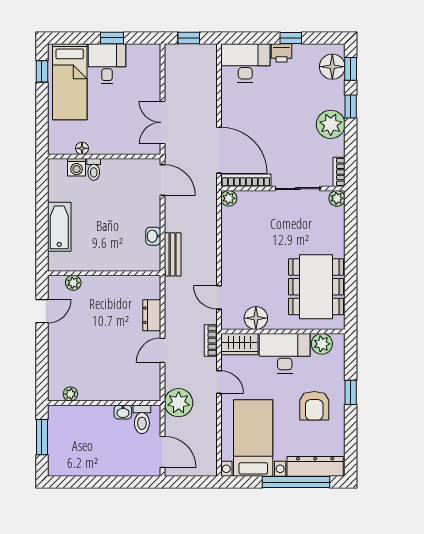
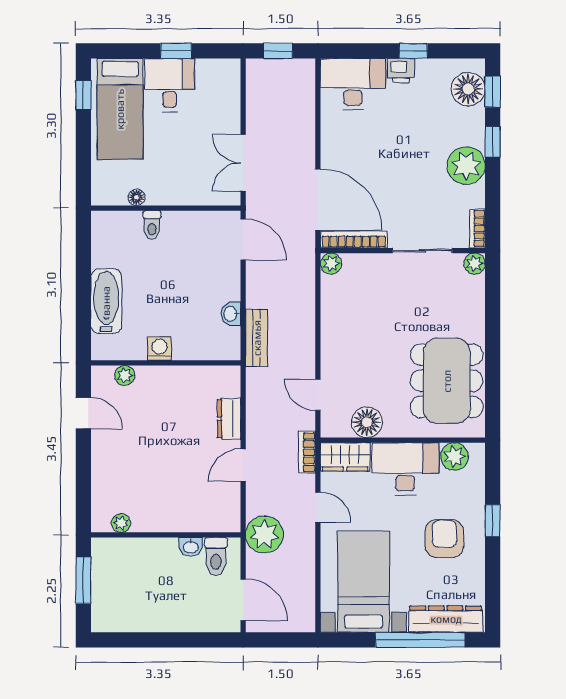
washing machine: (77, 167) -> (159, 349), moved, turned 180
door: (42, 311) -> (83, 413), hinge flipped
armchair: (314, 406) -> (444, 539), turned 180

